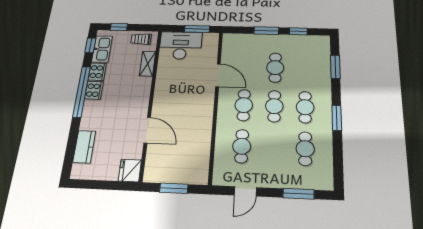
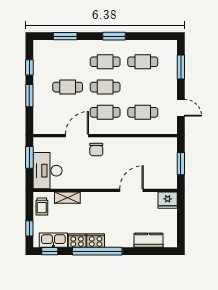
chair: (200, 94) -> (96, 150), added

